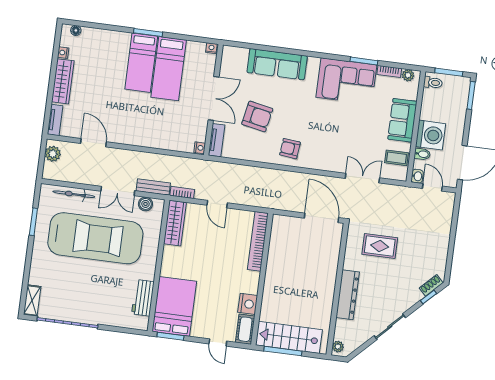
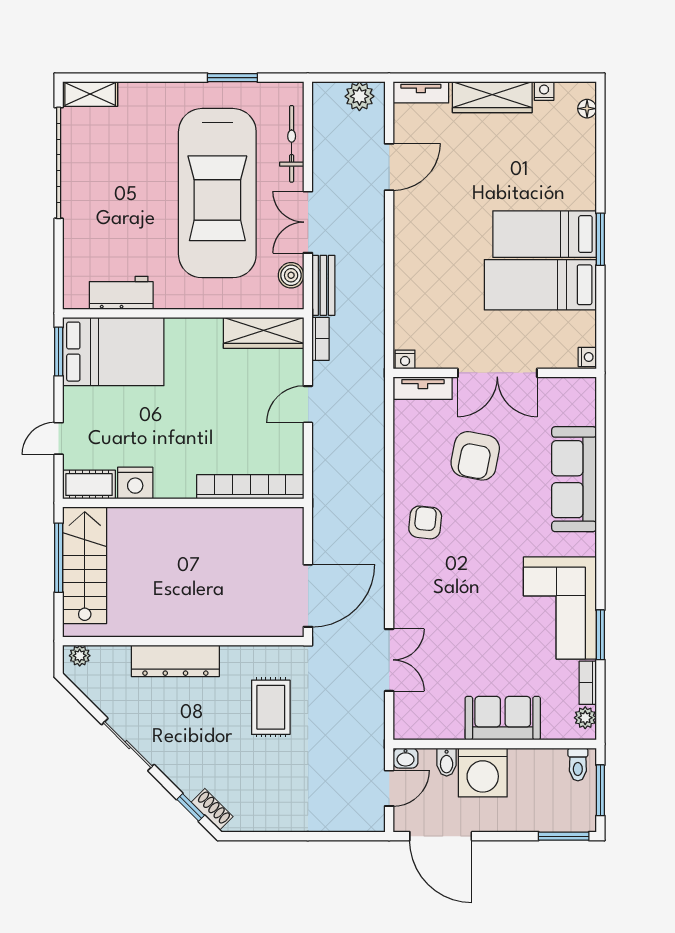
coffee table: (396, 158) -> (434, 717), removed

